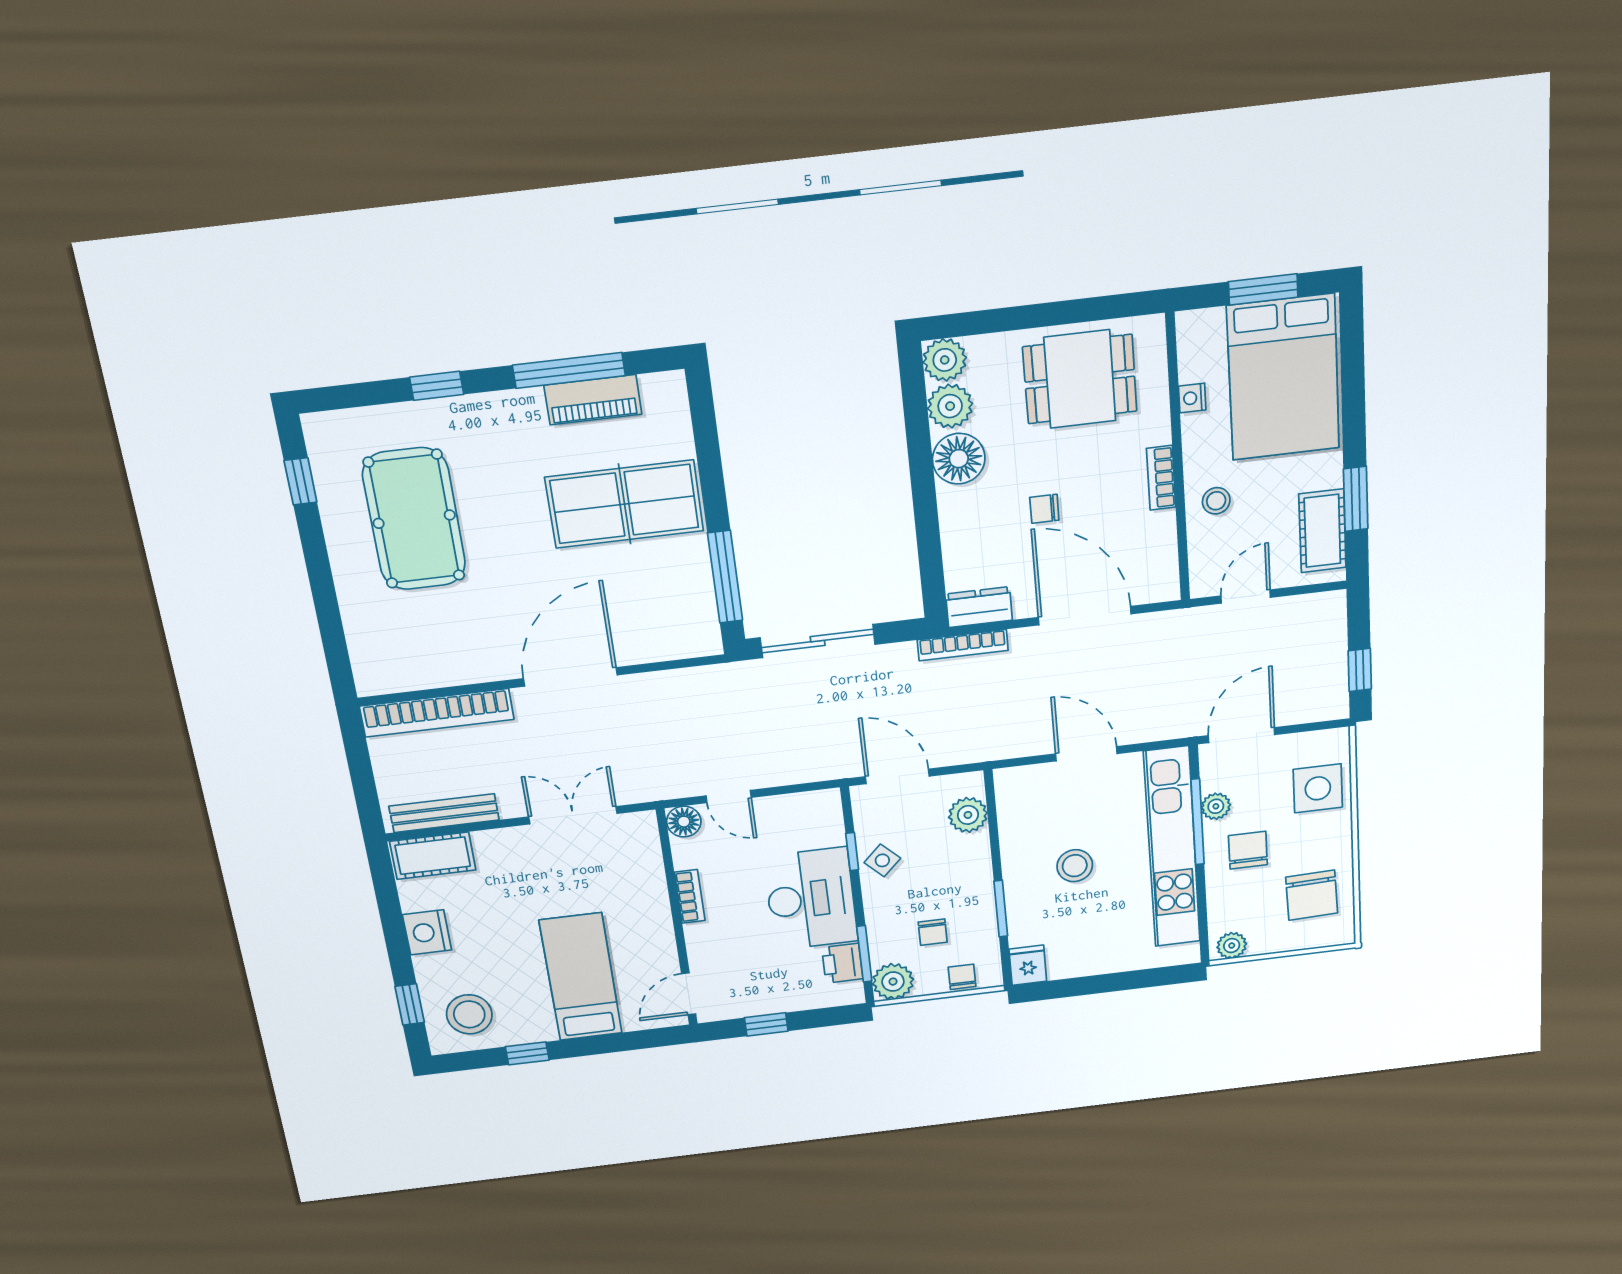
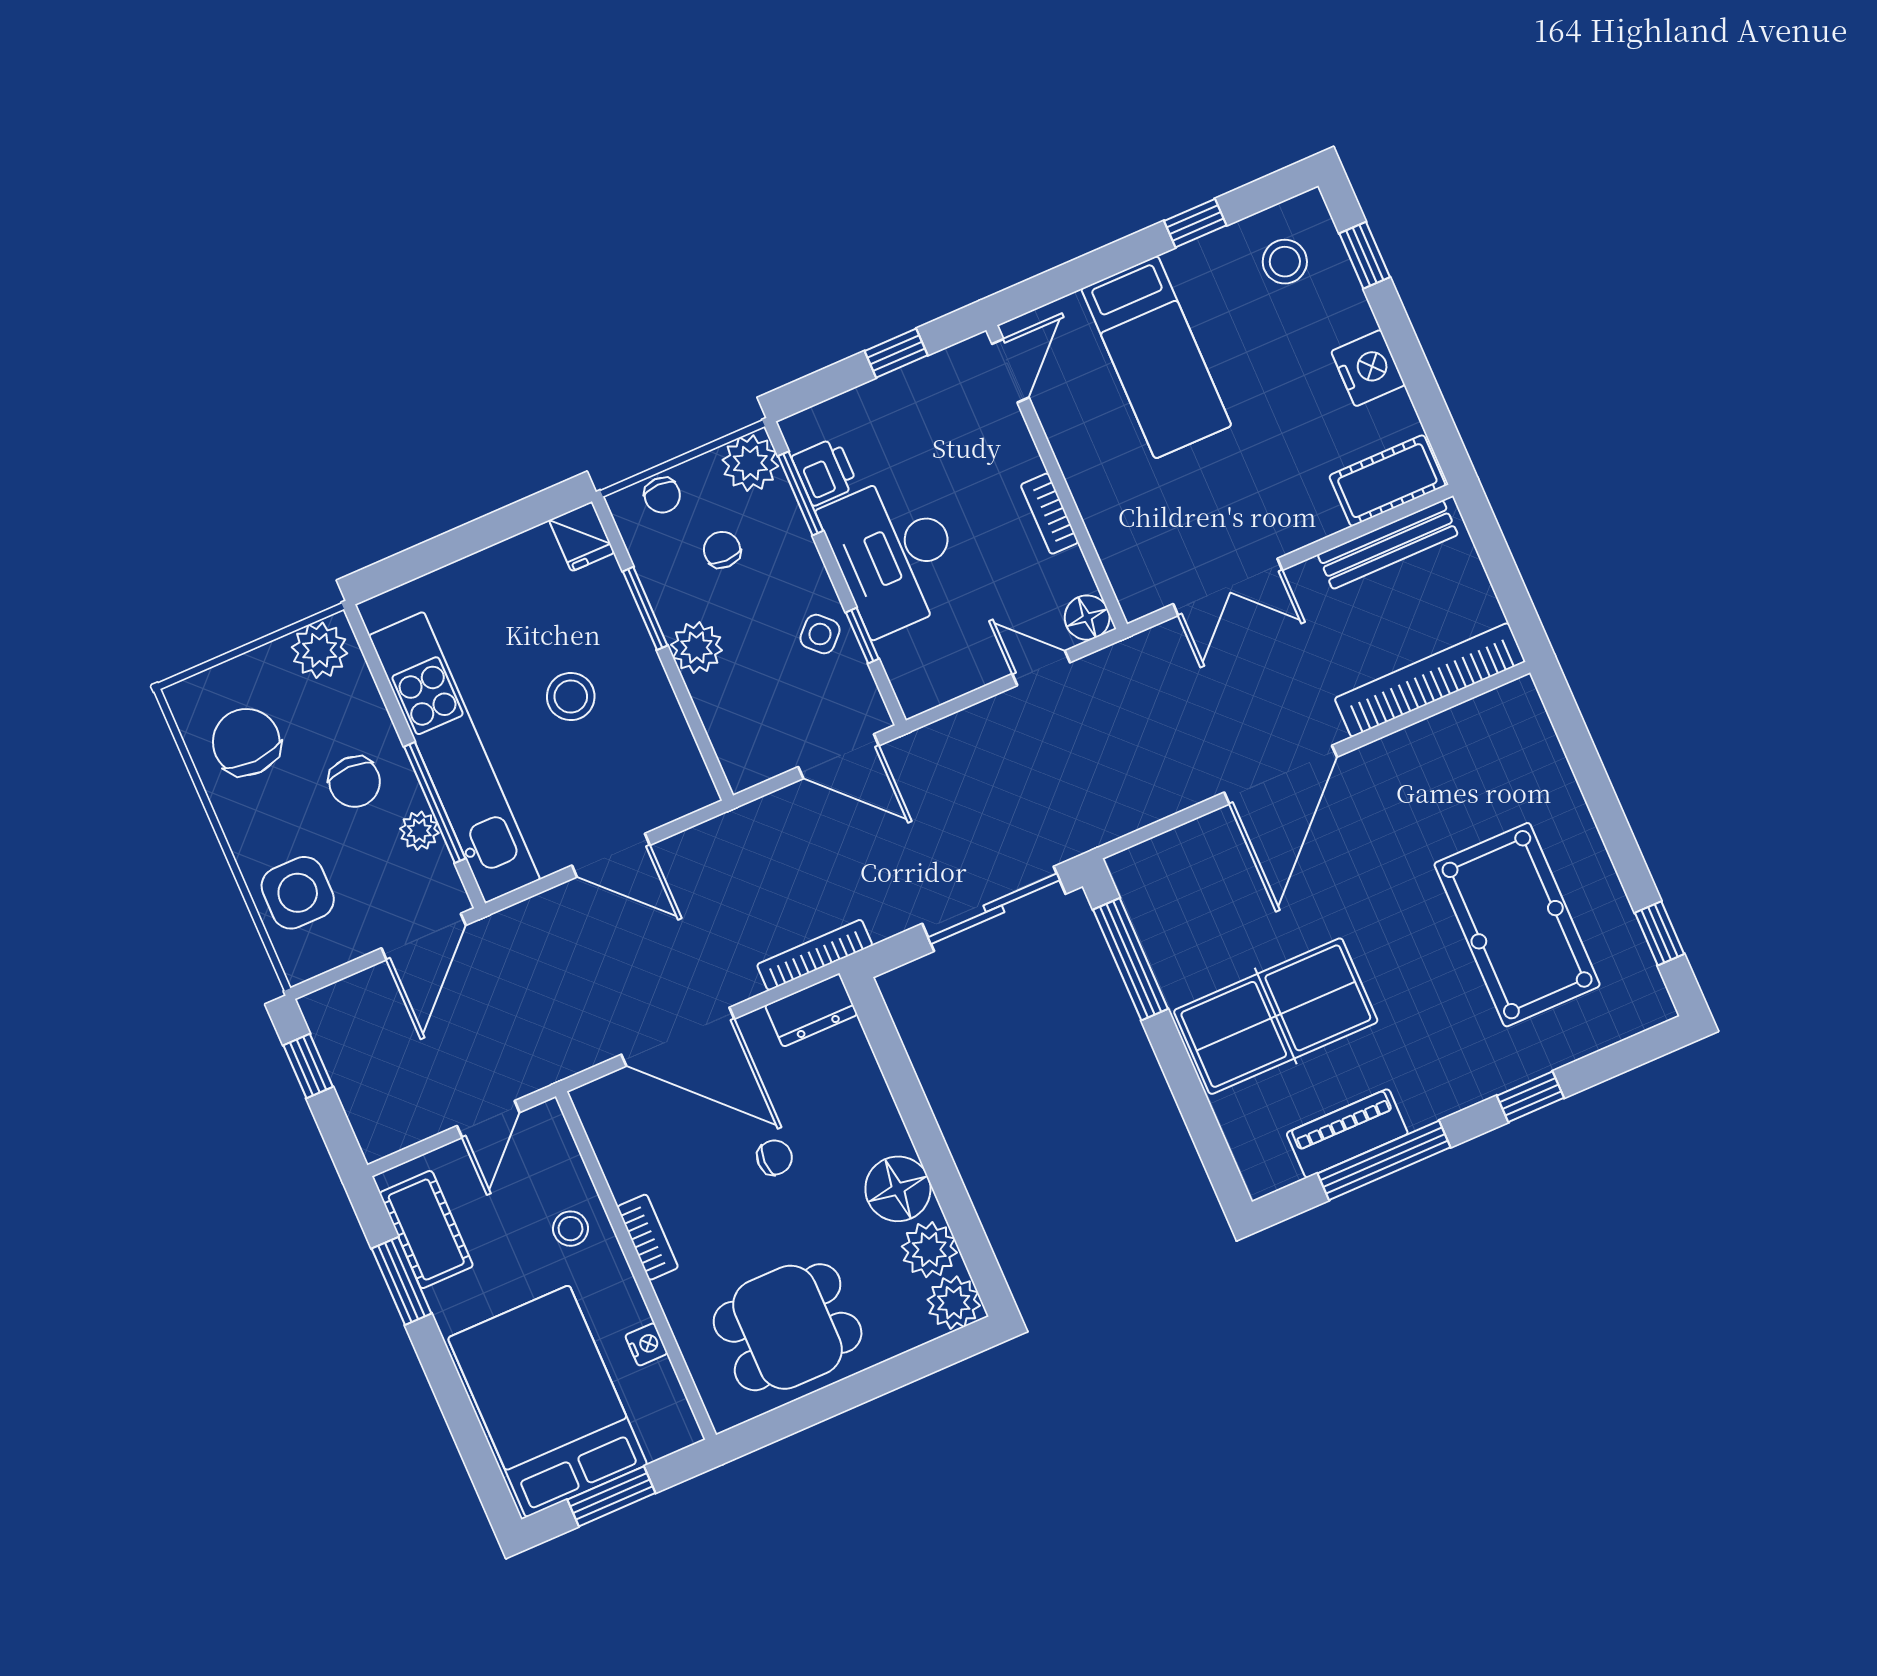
plant: (968, 815) -> (697, 648), moved
plant: (1232, 946) -> (320, 650), width x1.38, depth x1.38
stool: (469, 1014) -> (1285, 262), width x0.73, depth x0.73

